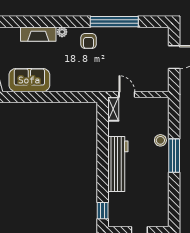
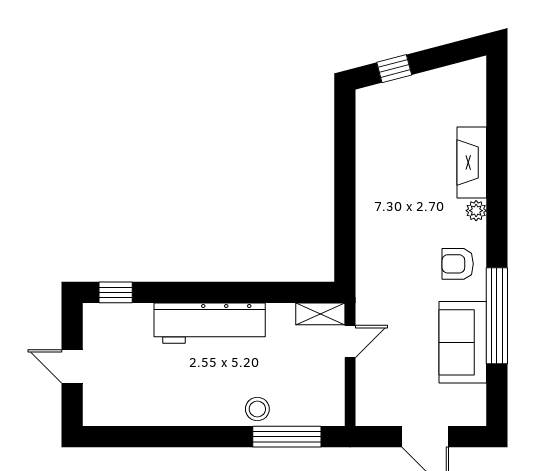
sofa: (29, 80) -> (463, 342), moved, turned 180
window: (174, 156) -> (287, 437), moved

